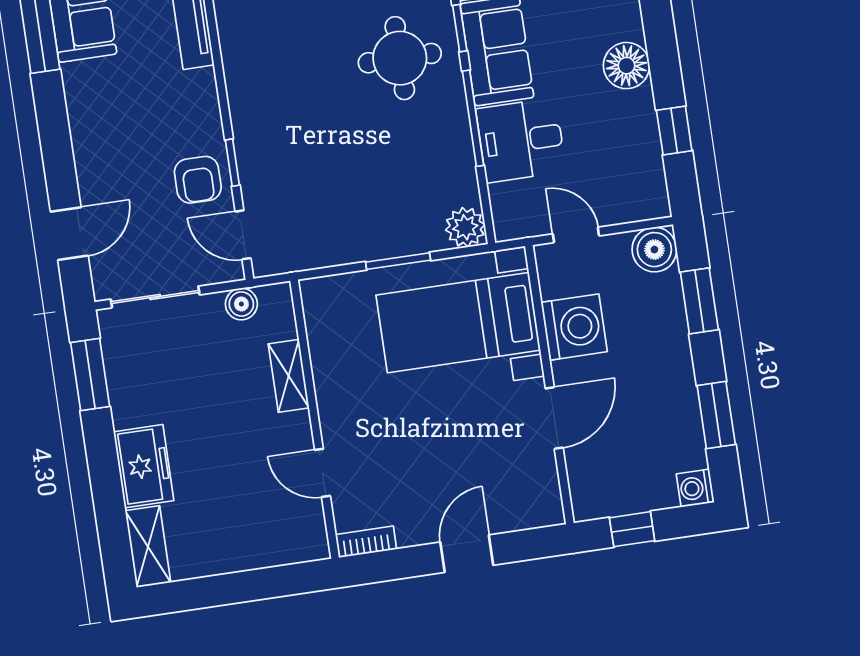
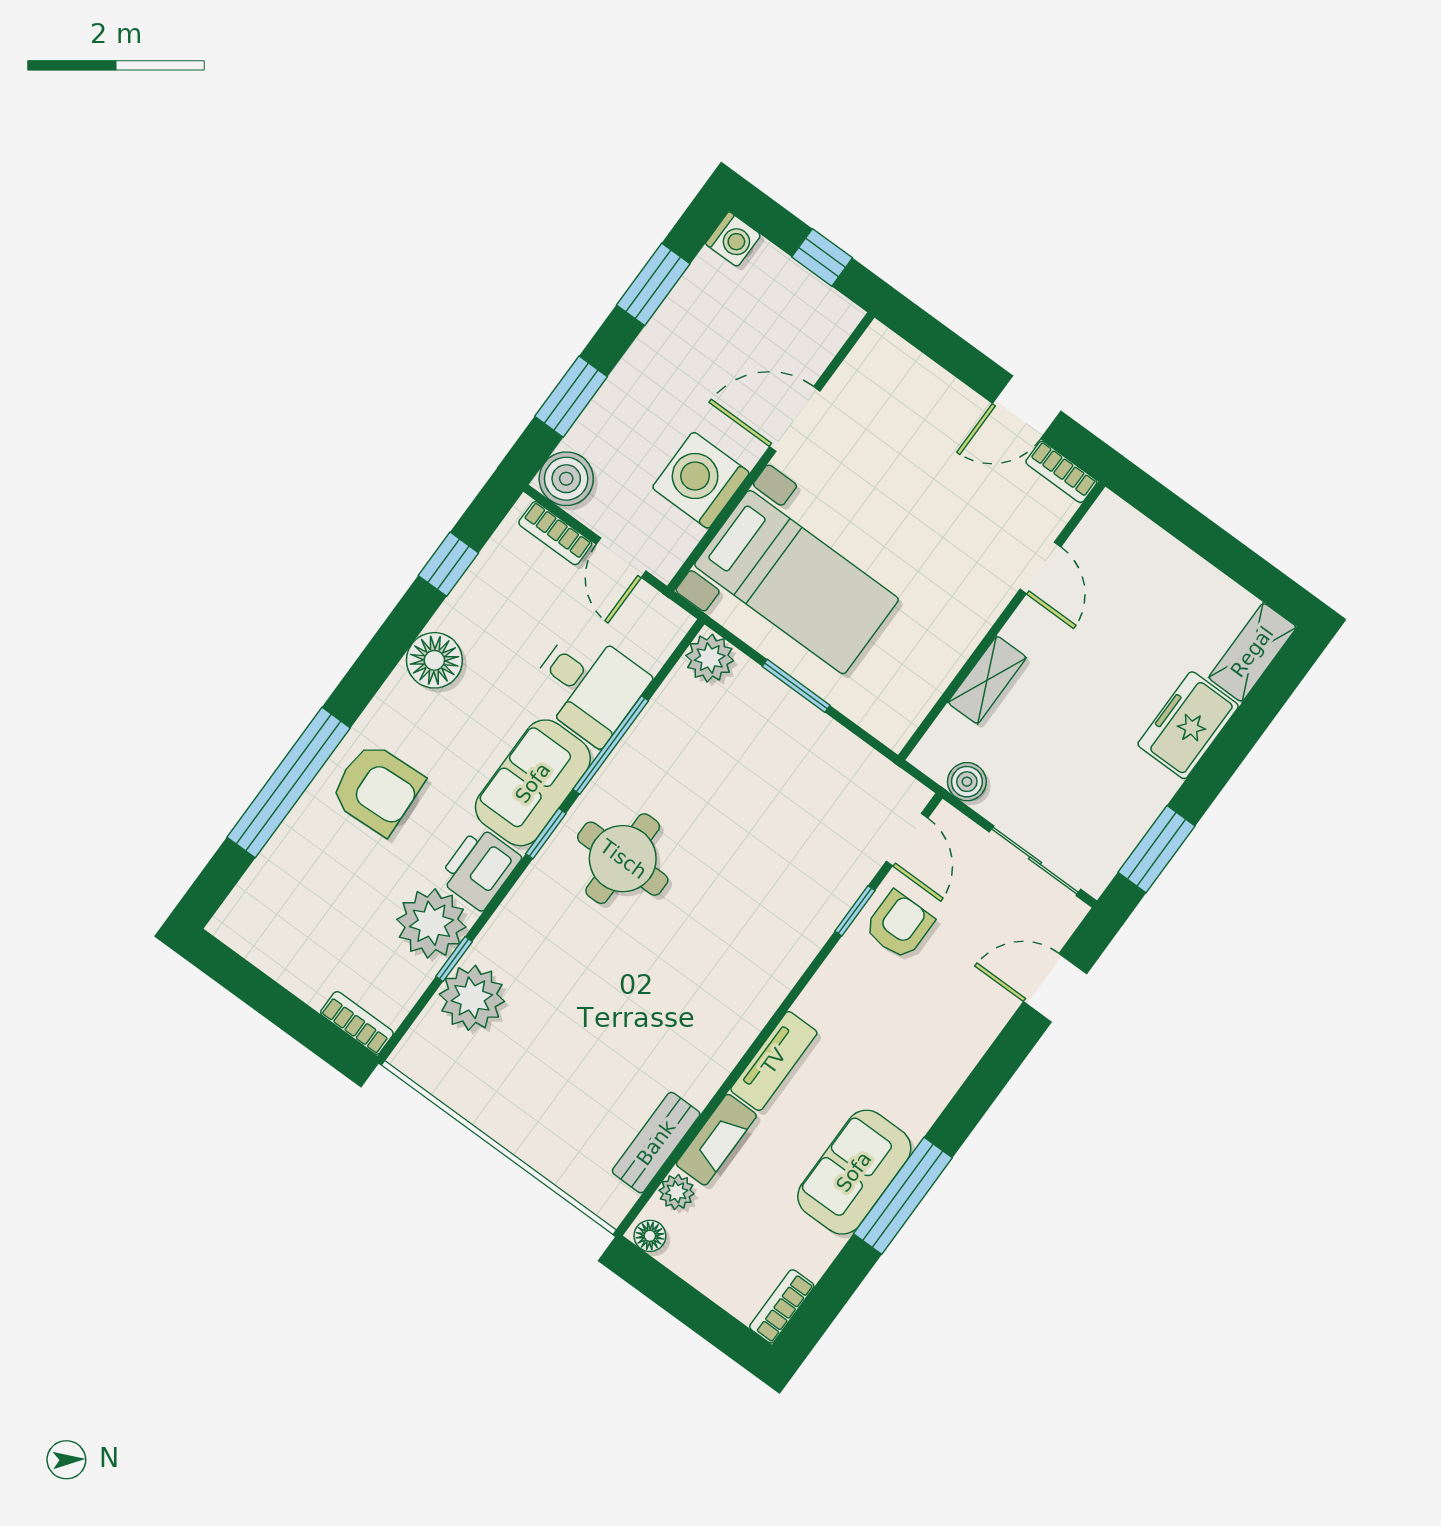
bookcase: (629, 211) -> (555, 533), added
door: (467, 554) -> (1027, 407), moved

